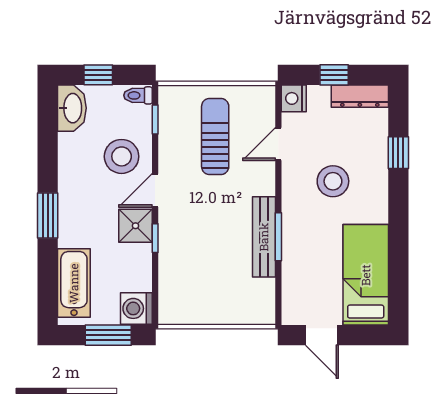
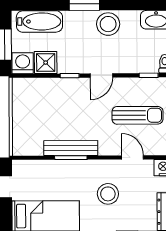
stool: (122, 156) -> (108, 24), moved
door: (155, 190) -> (101, 75), swing flipped
shower: (135, 226) -> (46, 63), moved

